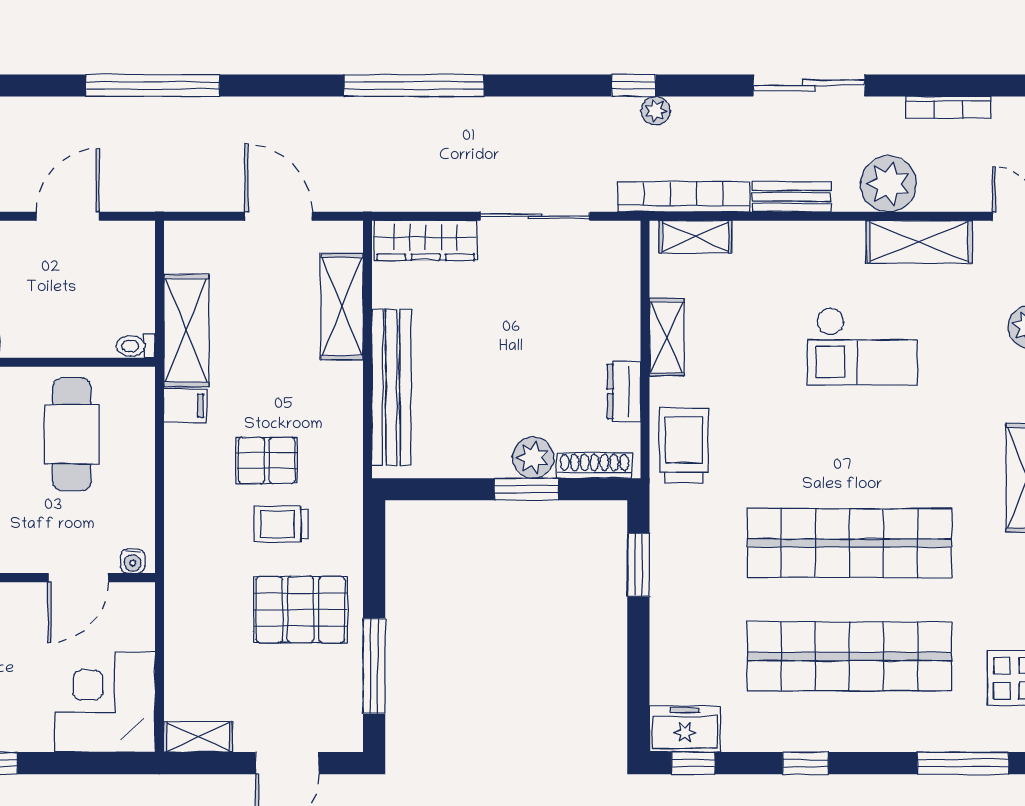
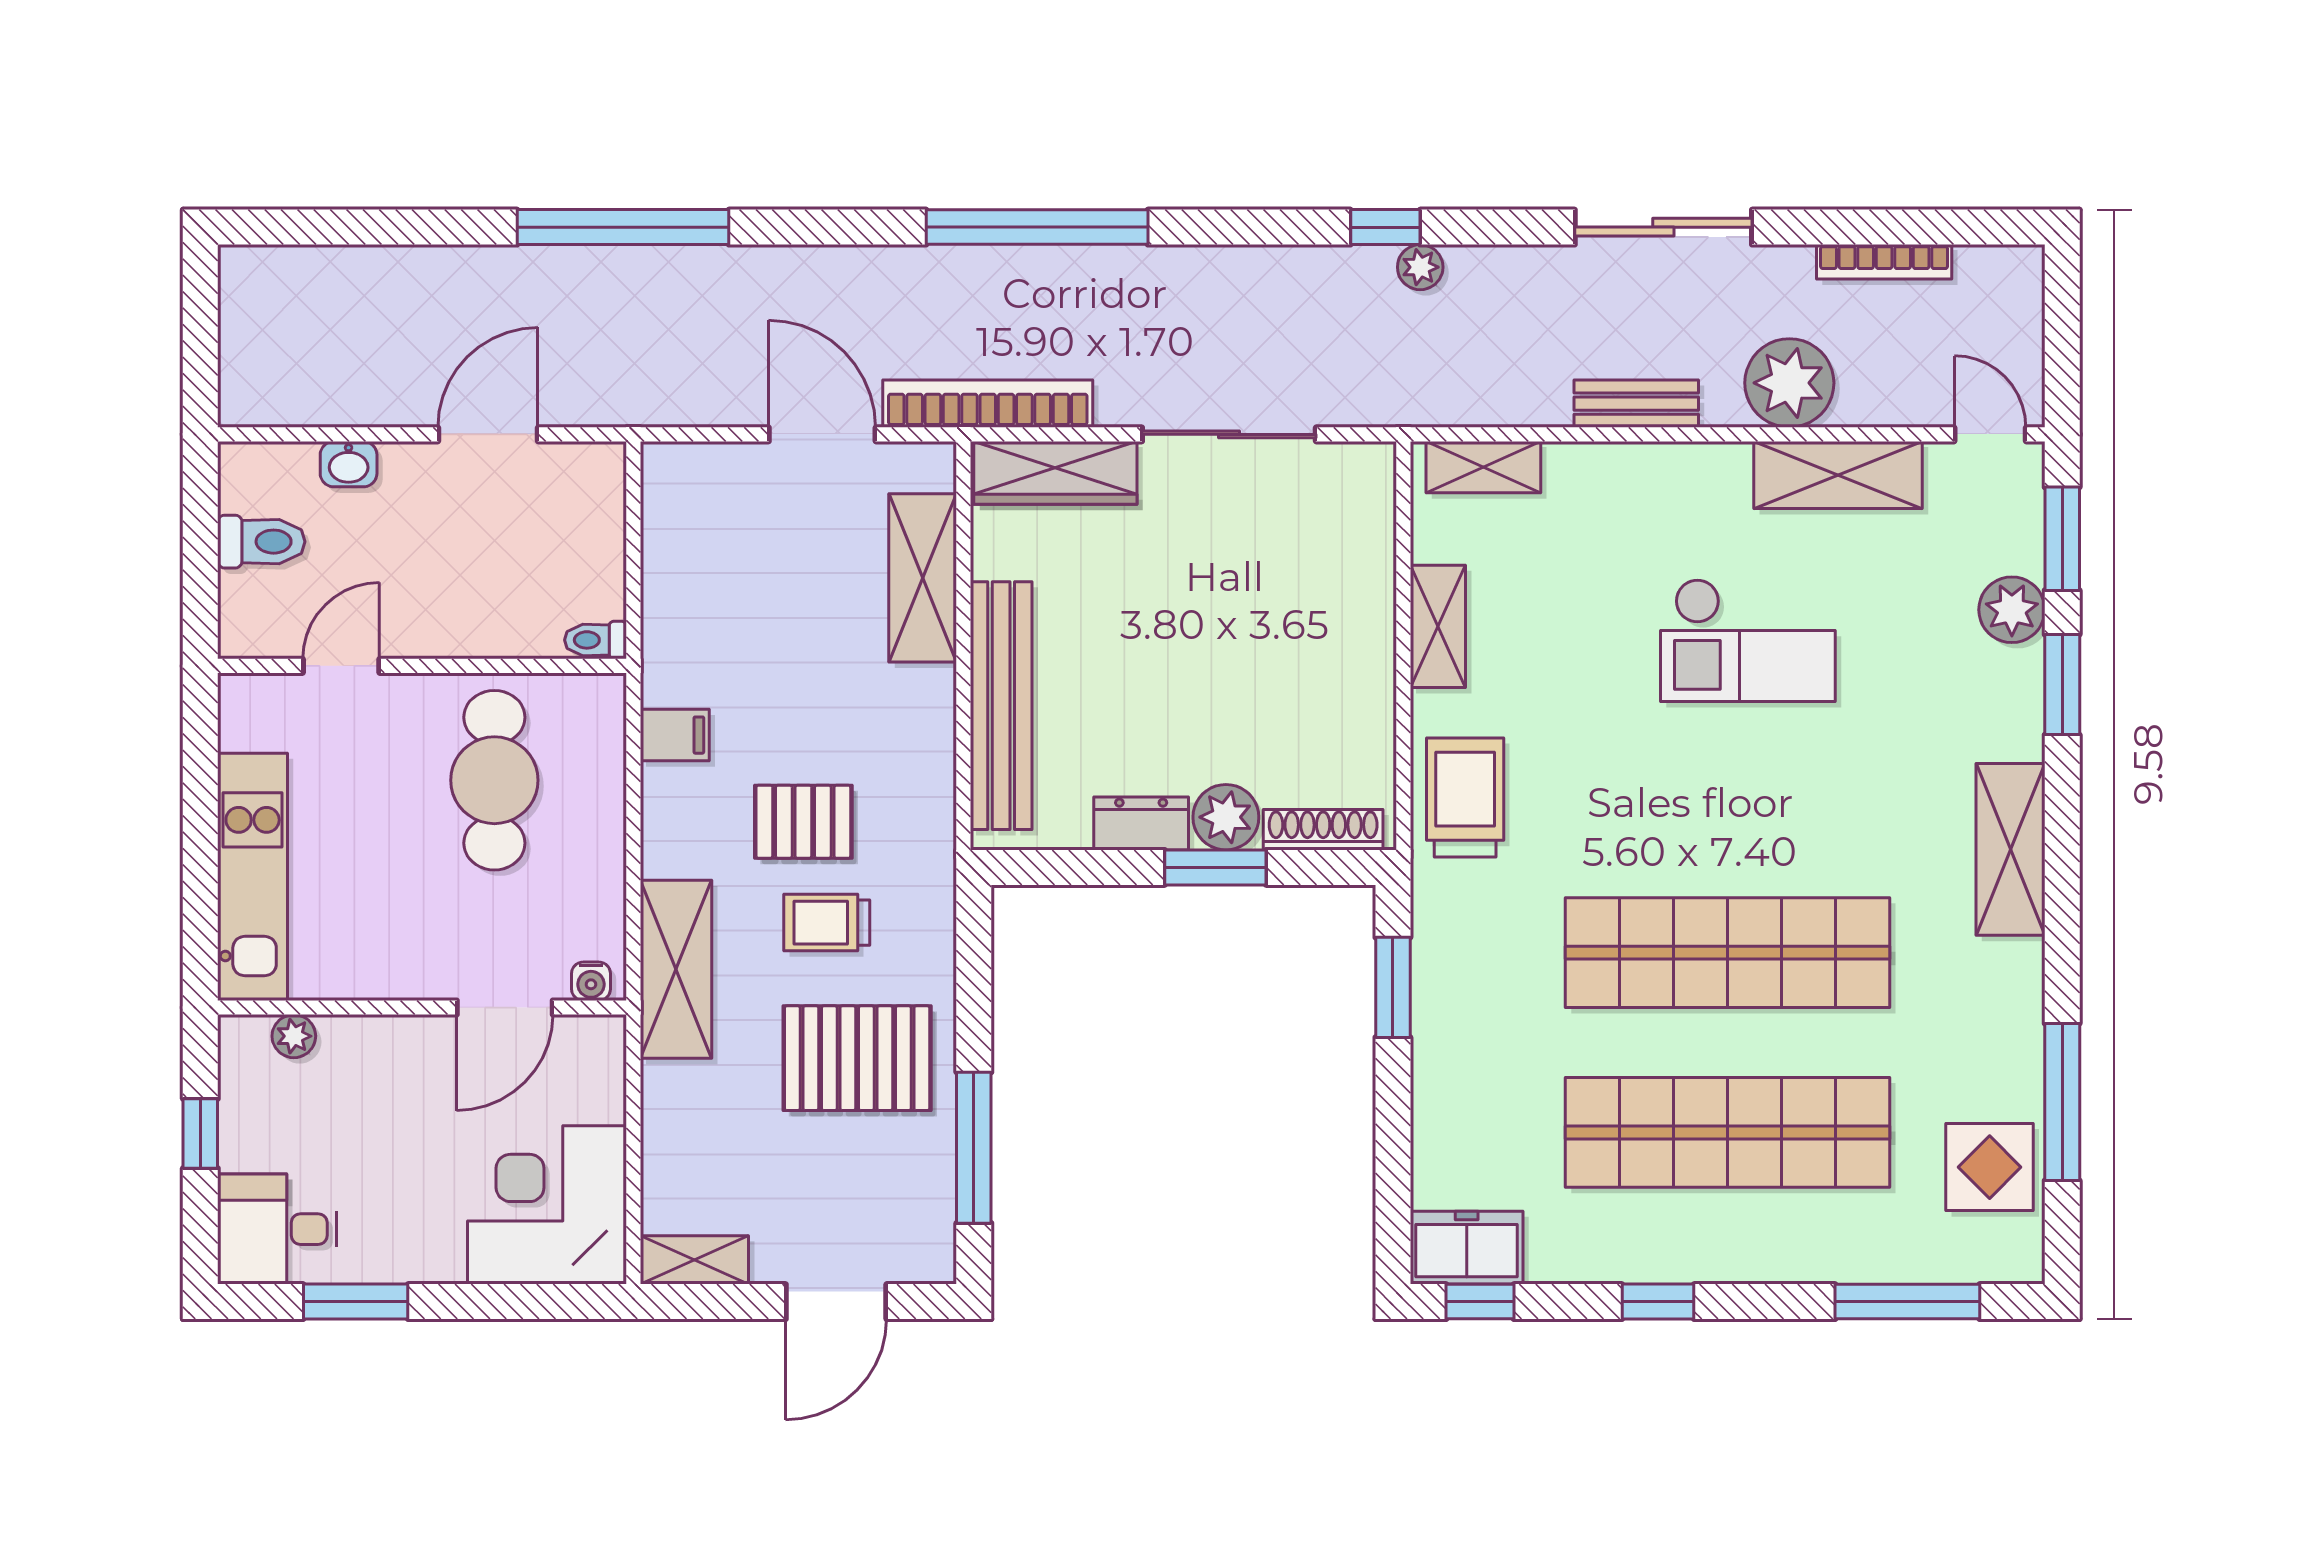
bookcase: (684, 197) -> (988, 404), moved
shelving: (186, 330) -> (676, 969), moved
dresser: (624, 392) -> (1141, 823), moved, turned 90

